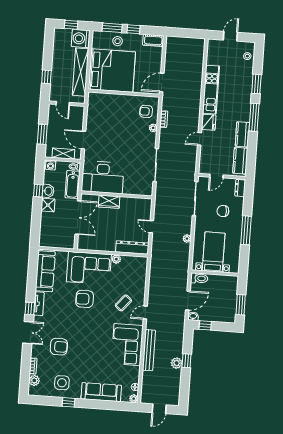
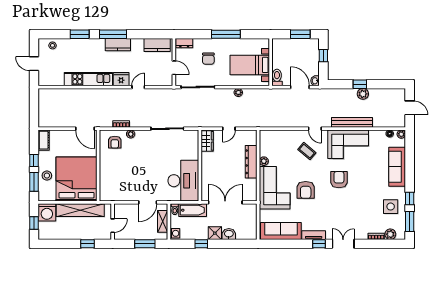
kitchen counter: (242, 134) -> (118, 45), moved
door: (199, 139) -> (138, 87), swing flipped
washbasin: (48, 191) -> (229, 234), moved
wardrobe: (109, 202) -> (207, 141), moved
dresser: (132, 247) -> (251, 162), moved
window: (205, 325) -> (323, 56), moved
armchair: (59, 347) -> (339, 180), moved
window: (46, 401) -> (410, 221), added

